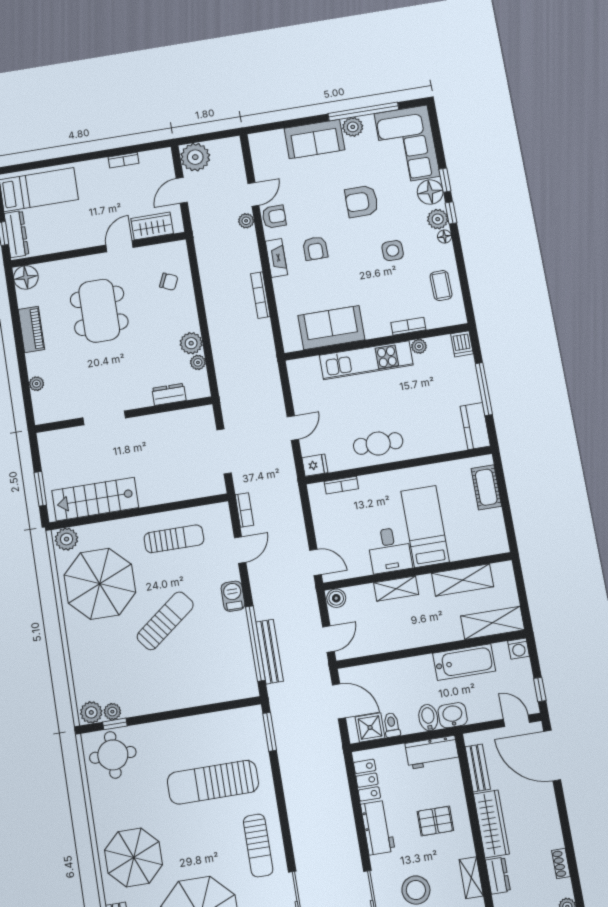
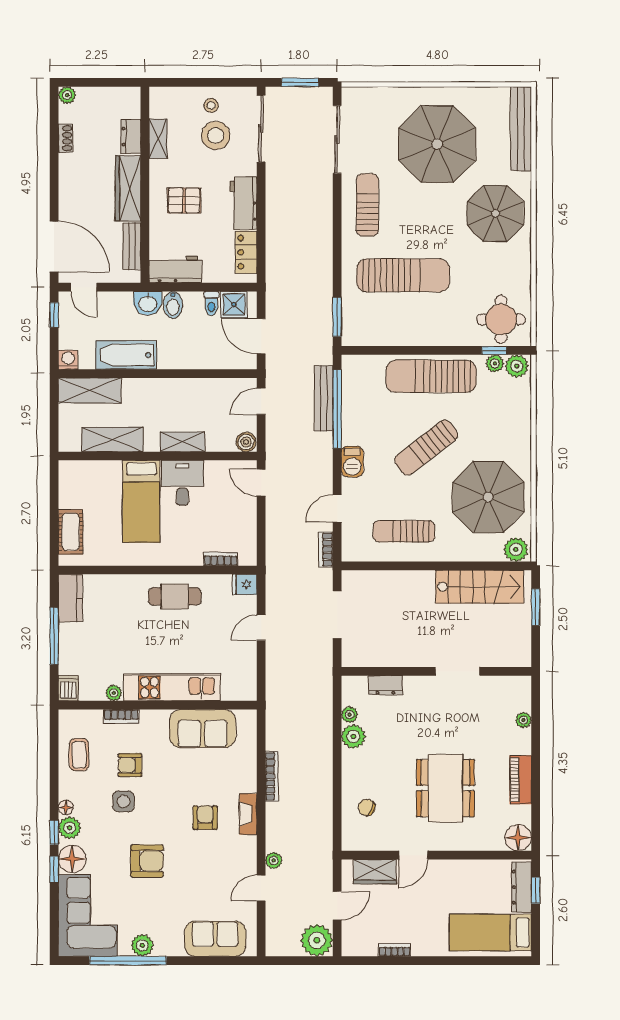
sofa: (314, 139) -> (215, 939), moved
armchair: (274, 217) -> (130, 765), moved
sun lounger: (171, 689) -> (431, 376), added

